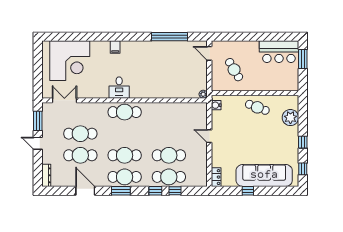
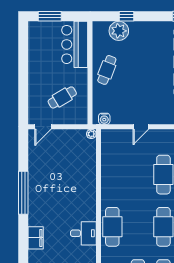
window: (170, 37) -> (23, 193), moved
filing cabinet: (115, 47) -> (36, 238), width x2.00
bar counter: (279, 52) -> (75, 44), moved, turned 180
window: (303, 142) -> (127, 16), moved

